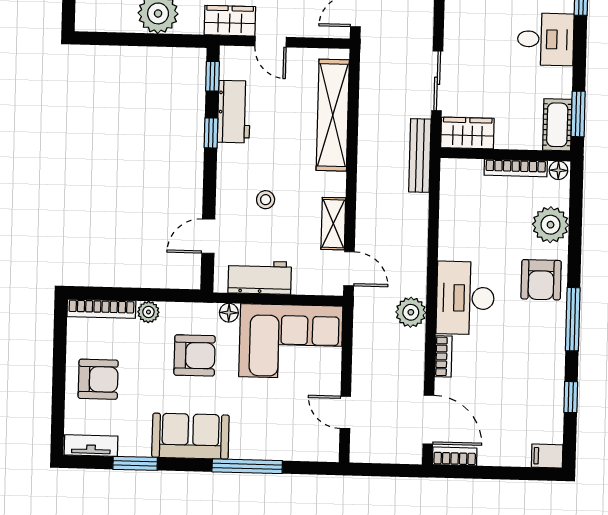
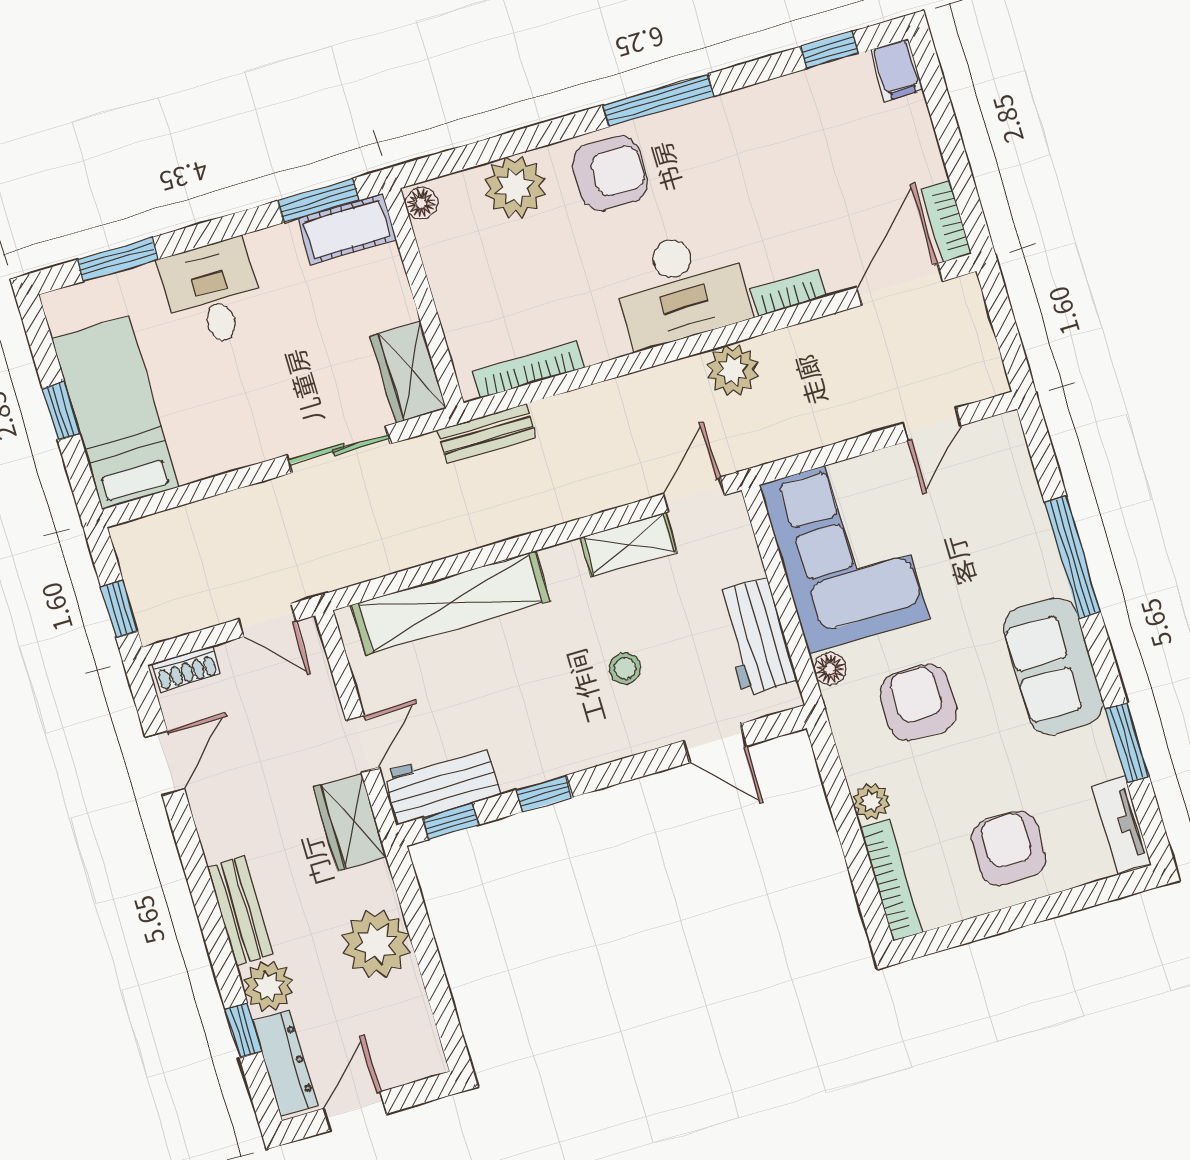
workbench: (234, 112) -> (442, 783), moved
bench: (420, 156) -> (487, 434), width x0.73
bookcase: (516, 168) -> (528, 370), moved, turned -90
window: (571, 397) -> (829, 50), moved

